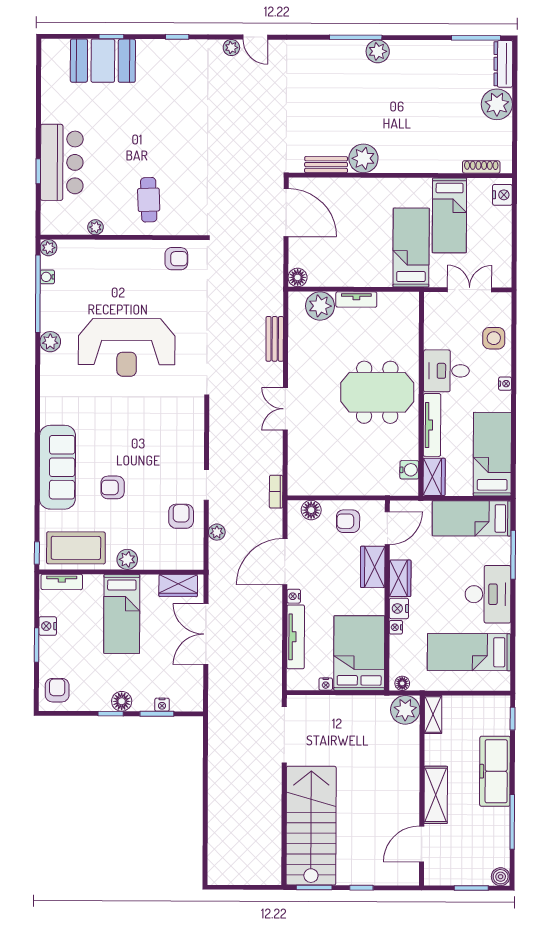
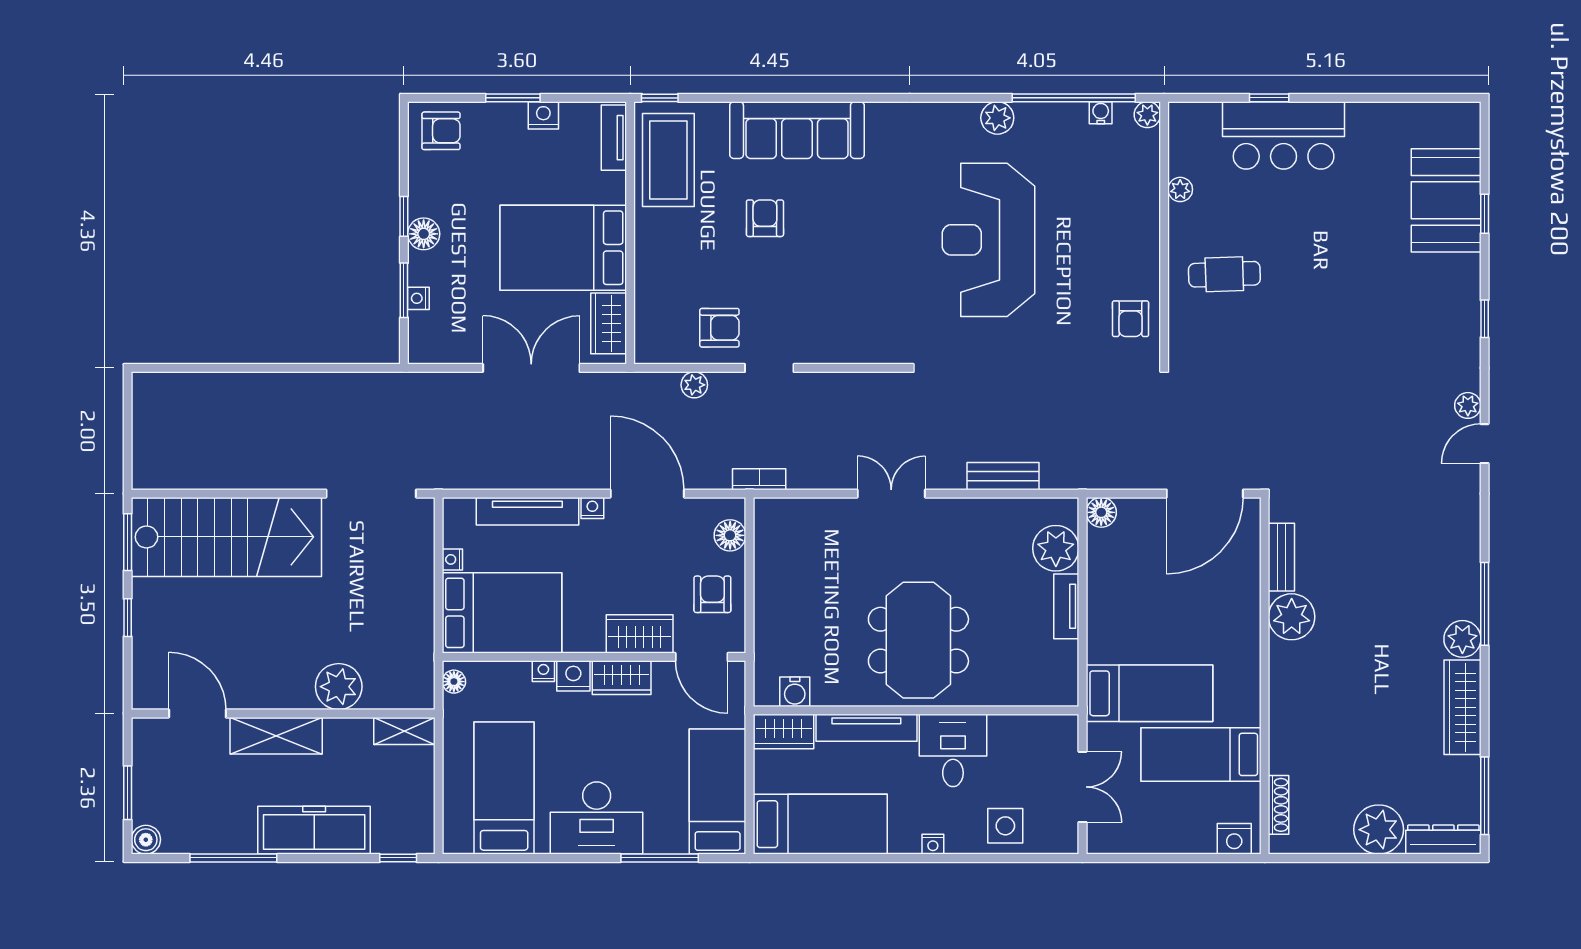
wardrobe: (420, 52) -> (1462, 707), added
plant: (127, 559) -> (650, 242), removed
bed: (122, 614) -> (563, 248), width x1.50
plant: (405, 710) -> (339, 687), moved

